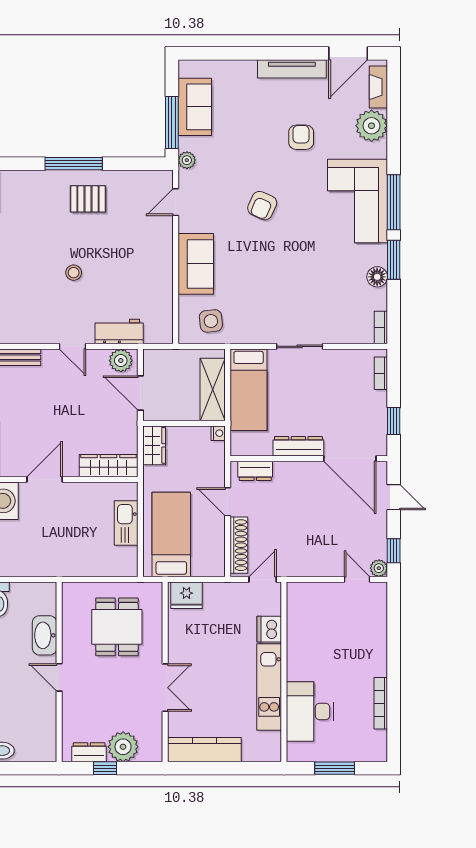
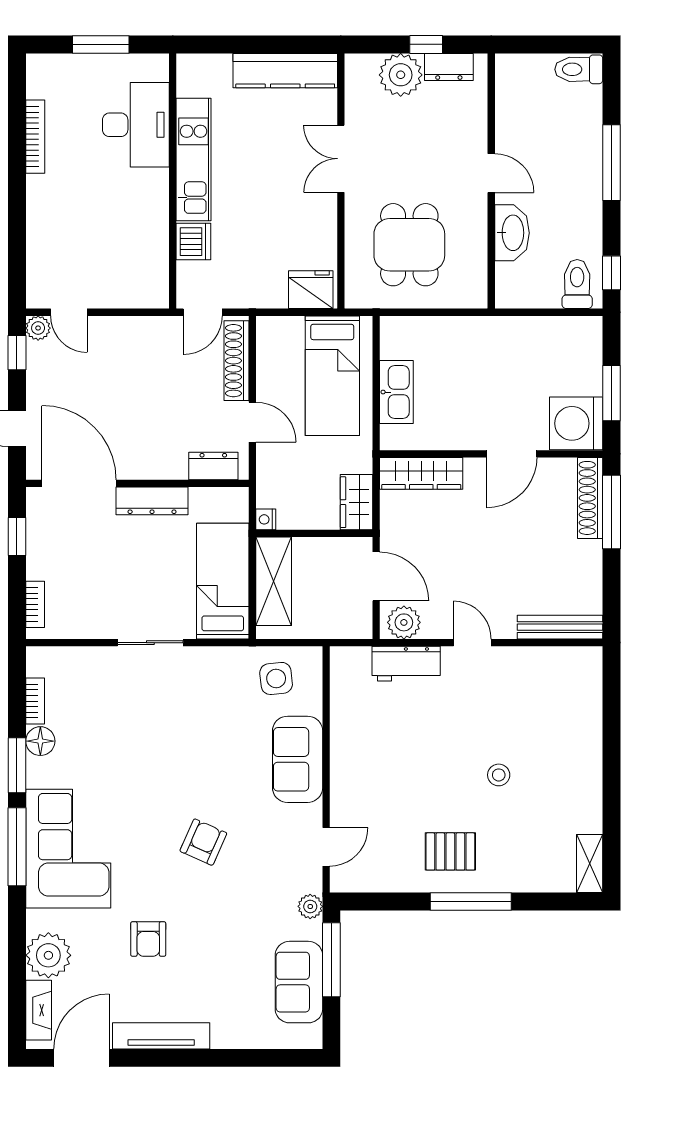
stool: (74, 273) -> (499, 775), moved
bookcase: (381, 327) -> (35, 701), moved

